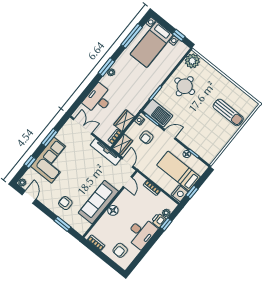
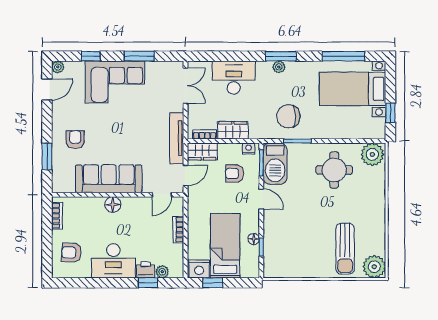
chair: (139, 87) -> (288, 116), added
plant: (249, 105) -> (374, 267), added

